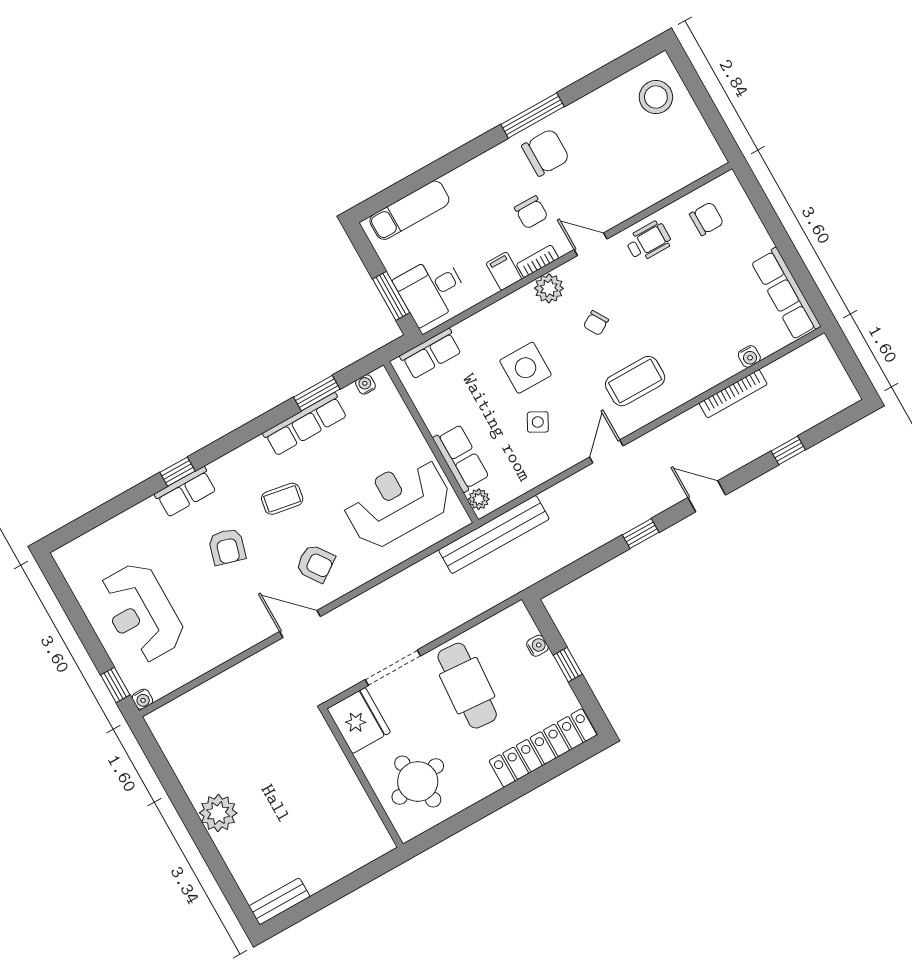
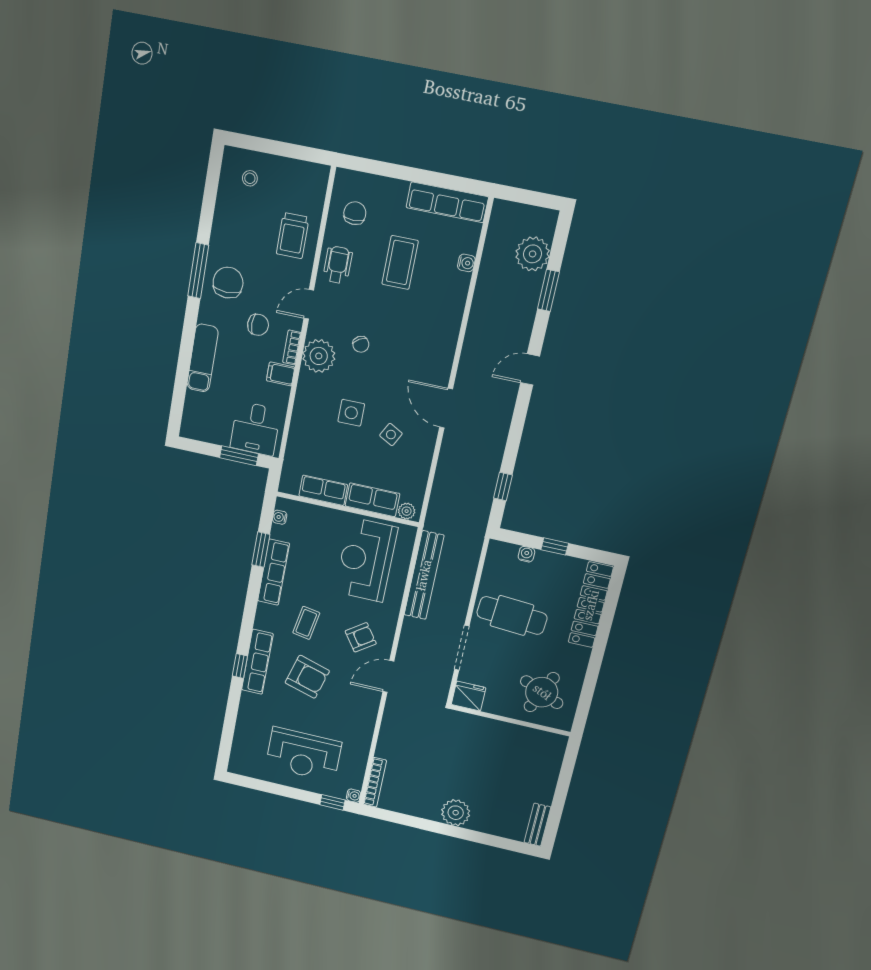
stool: (656, 97) -> (250, 178), width x0.53, depth x0.53
trolley: (639, 178) -> (293, 236), added
exam couch: (409, 210) -> (202, 358), moved
plant: (549, 288) -> (319, 356), width x1.36, depth x1.36
row of seats: (431, 354) -> (323, 490), moved, turned -90
side table: (526, 368) -> (351, 413), width x0.73, depth x0.73
coffee table: (635, 381) -> (400, 263), moved
bookcase: (733, 394) -> (375, 782), moved
plant: (807, 408) -> (533, 254), added
window: (788, 450) -> (548, 290), width x1.50
door: (606, 451) -> (446, 408), width x1.38
row of seats: (186, 492) -> (257, 662), width x1.48
bench: (494, 534) -> (424, 575), moved
window: (641, 534) -> (503, 486), moved
armchair: (227, 547) -> (307, 677), width x1.38, depth x1.38
fridge: (359, 721) -> (469, 696), width x0.73, depth x0.75
round table: (418, 781) -> (542, 692), turned 35

